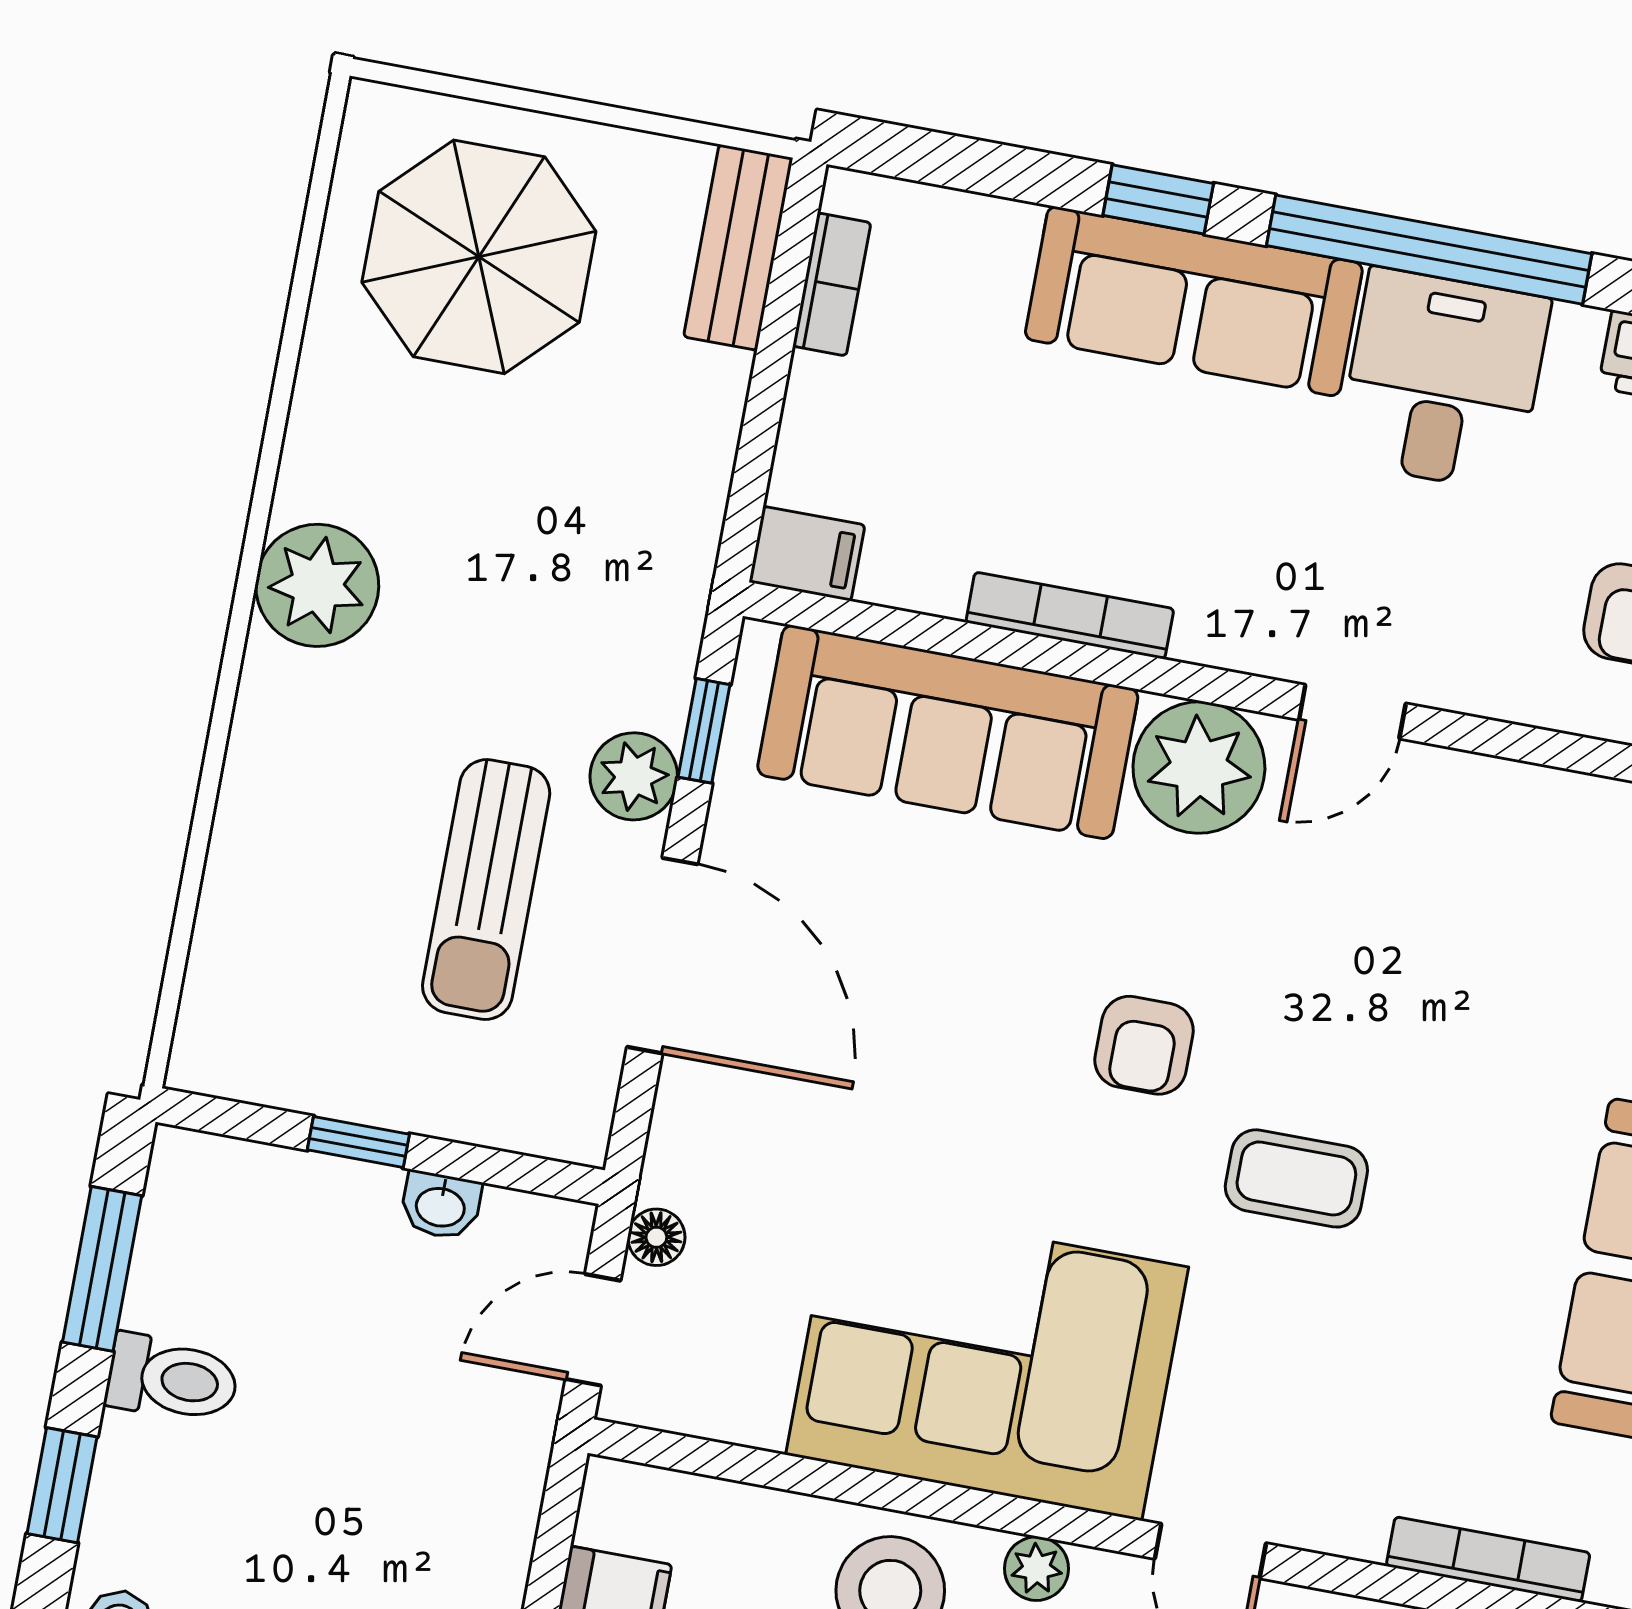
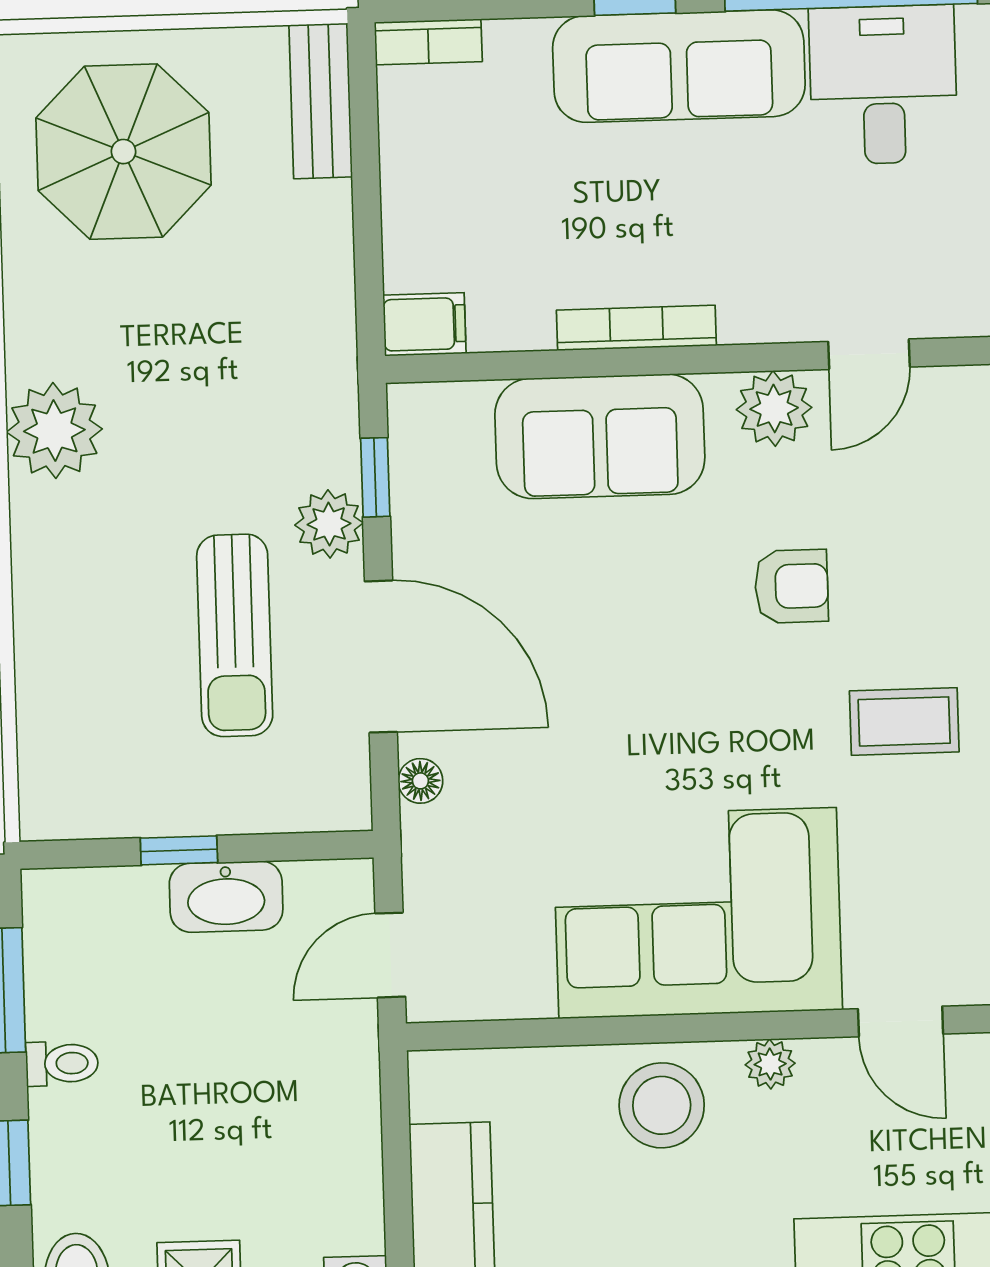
bookcase: (832, 284) -> (428, 42), moved, turned 90
sofa: (948, 732) -> (600, 436), width x0.73
plant: (1199, 767) -> (774, 408), width x0.73, depth x0.73
armchair: (1144, 1045) -> (791, 586), moved, turned -90
washbasin: (441, 1205) -> (226, 897), width x1.91, depth x1.45
floor lamp: (656, 1237) -> (420, 781), moved
toilet: (172, 1379) -> (62, 1063), width x0.73, depth x0.72

